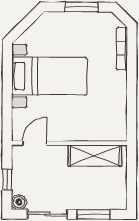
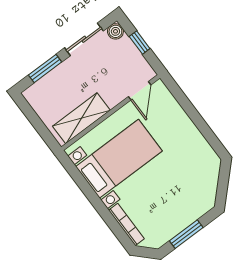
bed with nightstands: (49, 76) -> (119, 159), moved, turned 180

